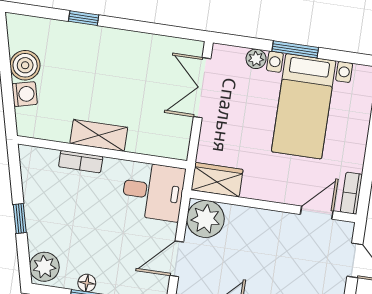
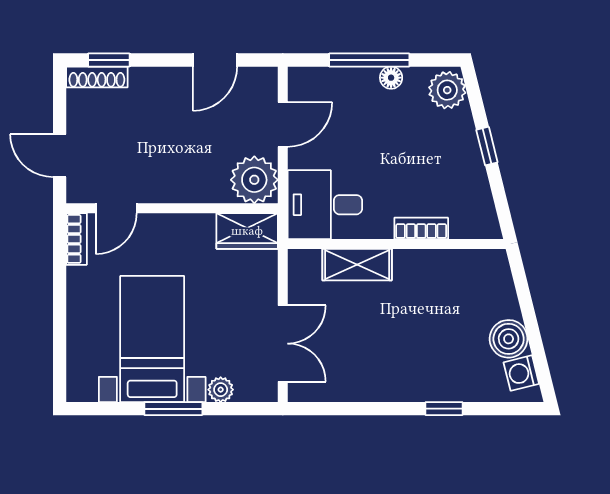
washing machine: (25, 94) -> (521, 373), moved
shelving: (99, 135) -> (357, 265), moved

